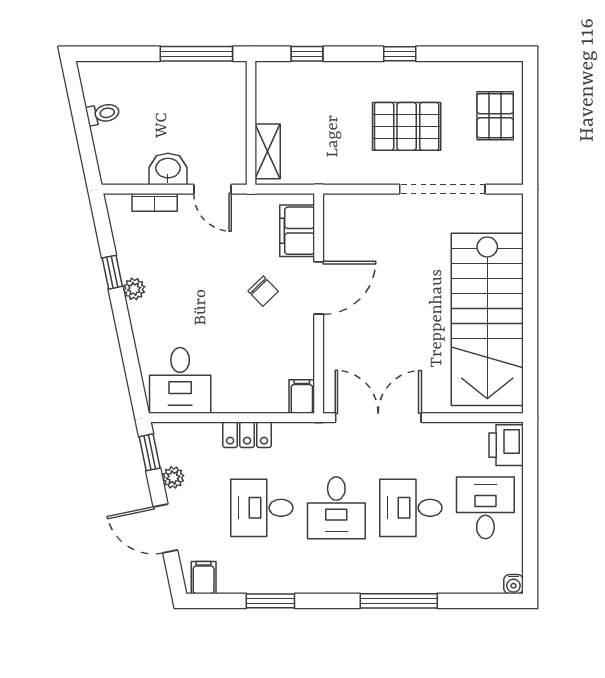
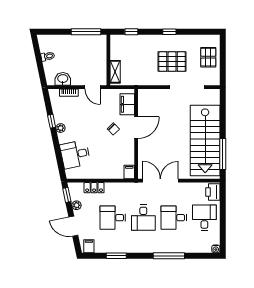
washbasin: (168, 169) -> (63, 79), moved
window: (530, 352) -> (223, 154), added
desk: (180, 380) -> (75, 154), moved, turned 78
locker: (247, 435) -> (94, 188), moved

